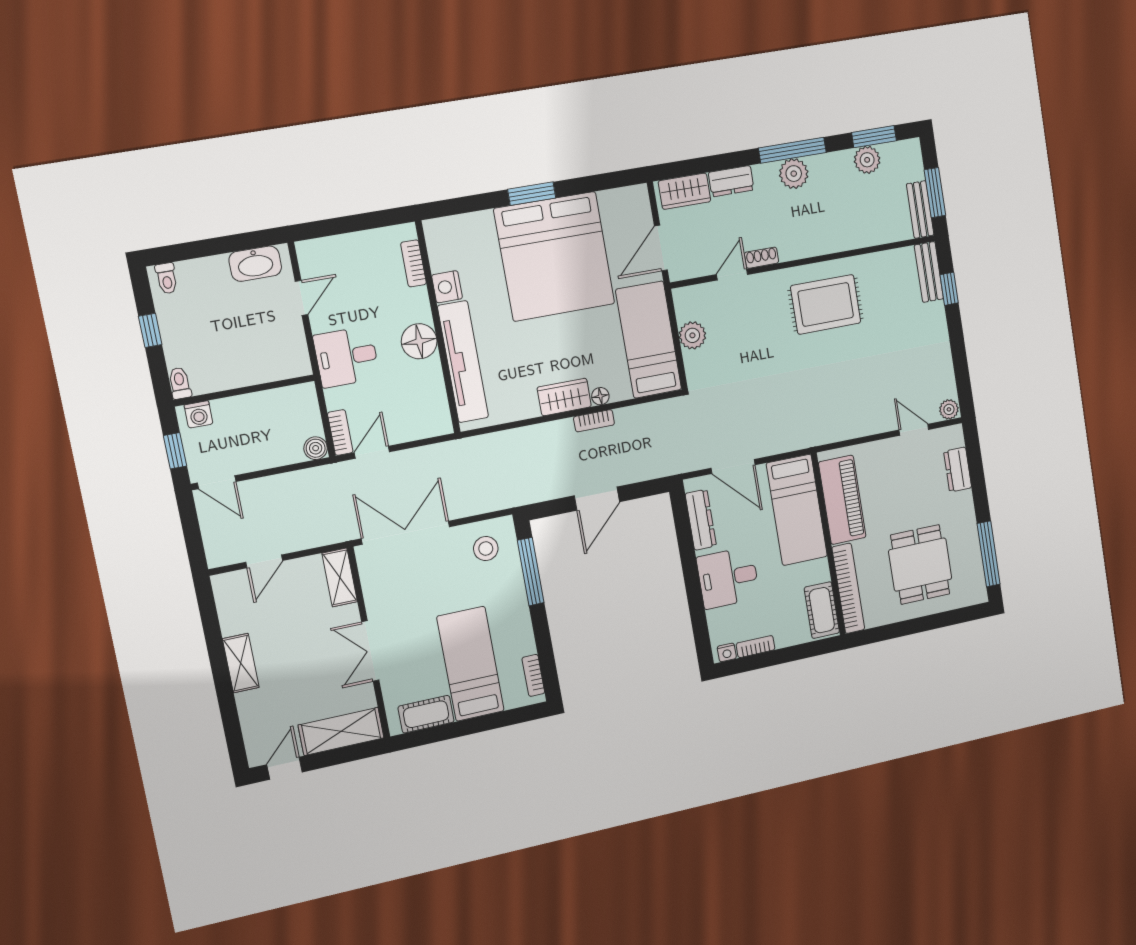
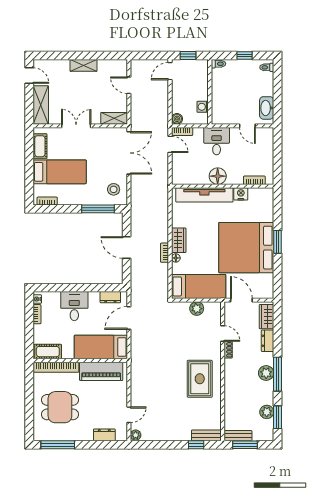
washing machine: (199, 414) -> (203, 107), moved
dresser: (701, 520) -> (110, 297), width x0.70

